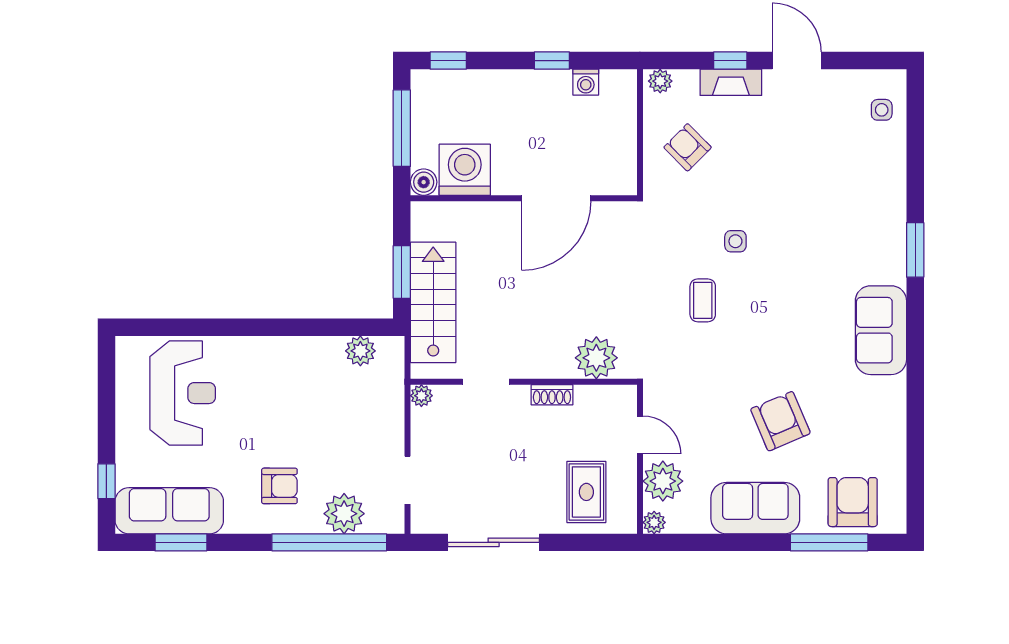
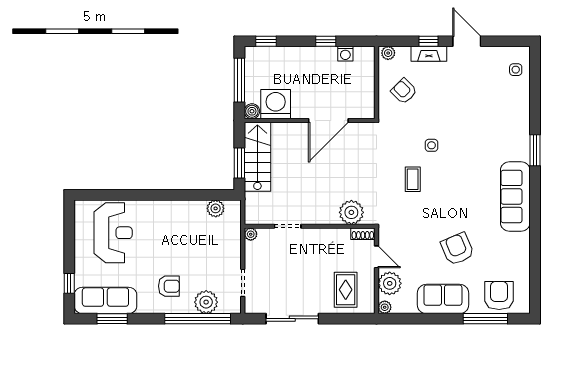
stairs: (433, 302) -> (257, 157), moved
sofa: (881, 330) -> (515, 196), width x1.36
shoe rack: (552, 395) -> (363, 234), moved

